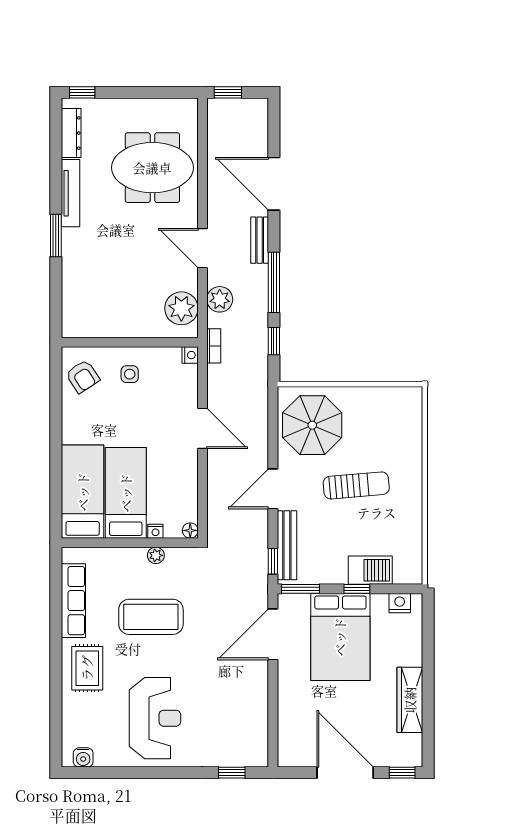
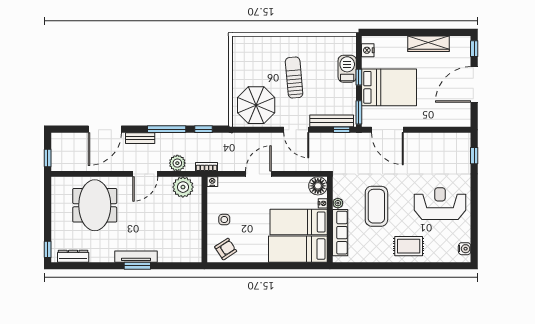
tv unit: (71, 193) -> (136, 257), moved
floor lamp: (190, 530) -> (318, 186), width x1.89, depth x1.89
row of seats: (73, 601) -> (340, 233), moved, turned 90

